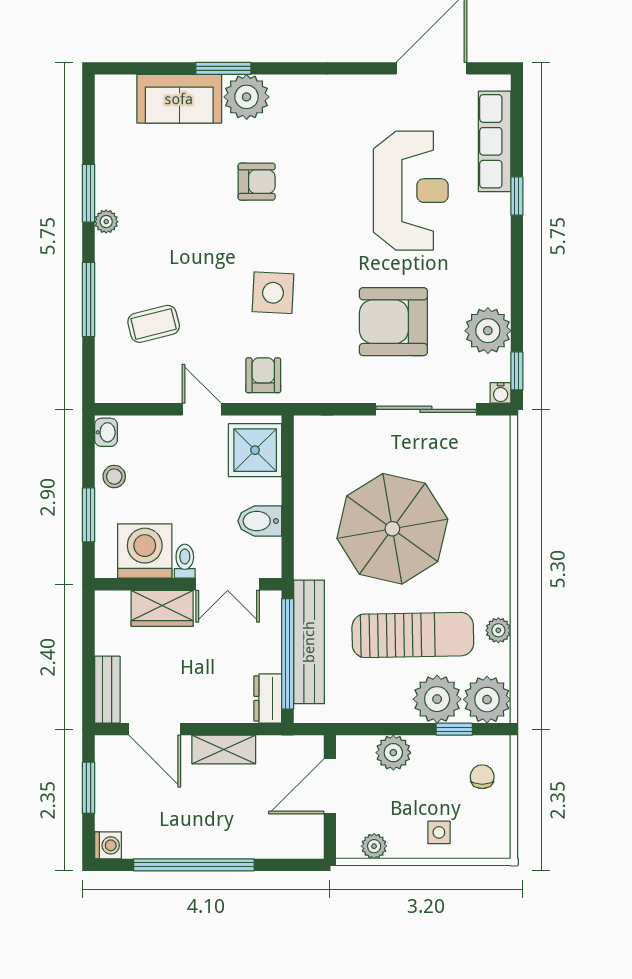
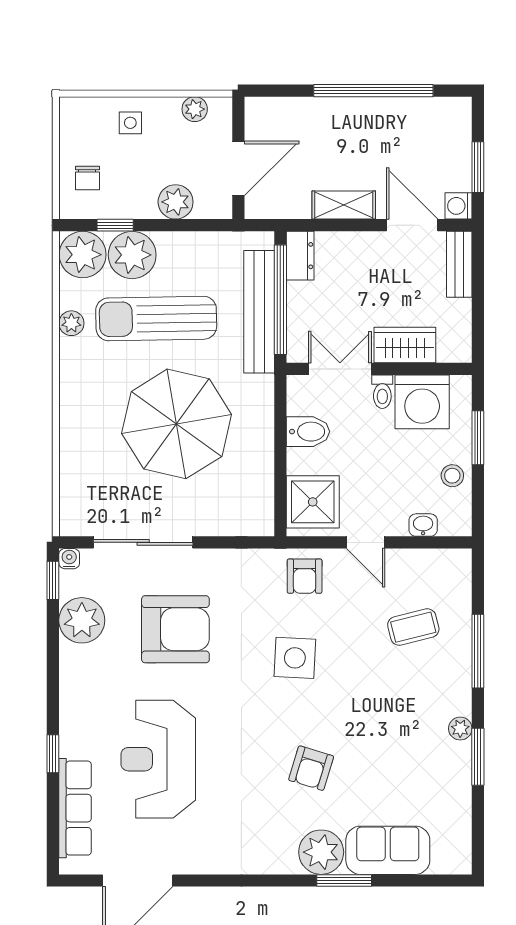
armchair: (257, 182) -> (311, 768), turned -73
washbasin: (106, 432) -> (423, 525), moved, turned 90
washing machine: (108, 845) -> (458, 206), moved

